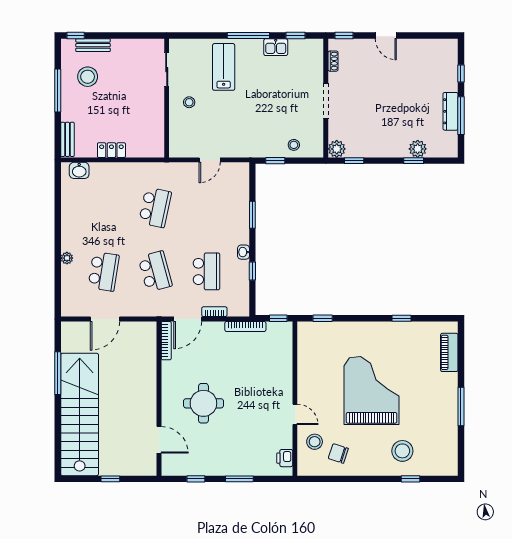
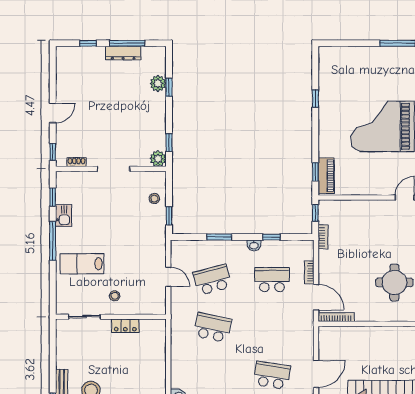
locker: (111, 150) -> (125, 326), moved, turned -90
school desk: (155, 271) -> (212, 280), moved
door: (105, 319) -> (316, 374), hinge flipped
bookcase: (245, 327) -> (323, 237), width x0.64
piano: (449, 352) -> (326, 176), moved, turned -90

